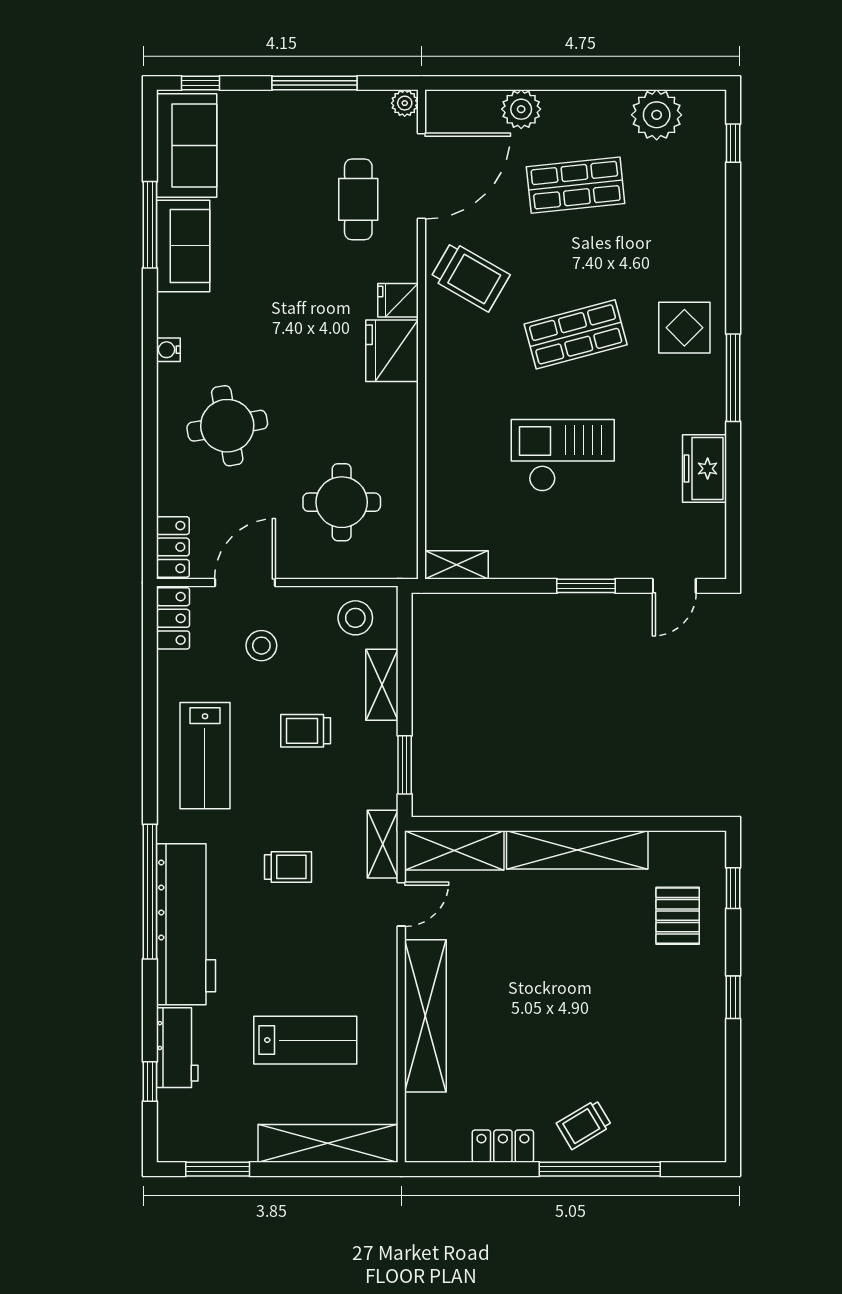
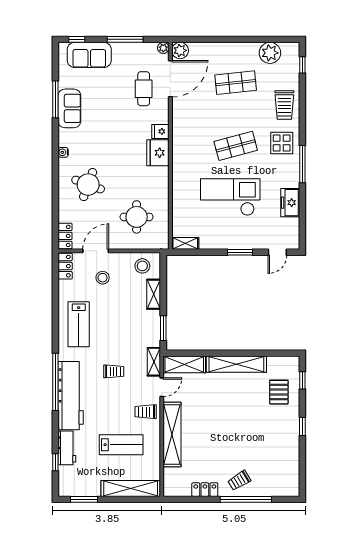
plant: (521, 109) -> (180, 50), moved
sofa: (187, 145) -> (89, 55), moved, turned 90
trolley: (470, 277) -> (284, 105), moved, turned 60
round table: (227, 426) -> (88, 185), turned 30
checkout: (563, 455) -> (230, 197), width x1.36, depth x1.21
trolley: (306, 731) -> (146, 412), moved

